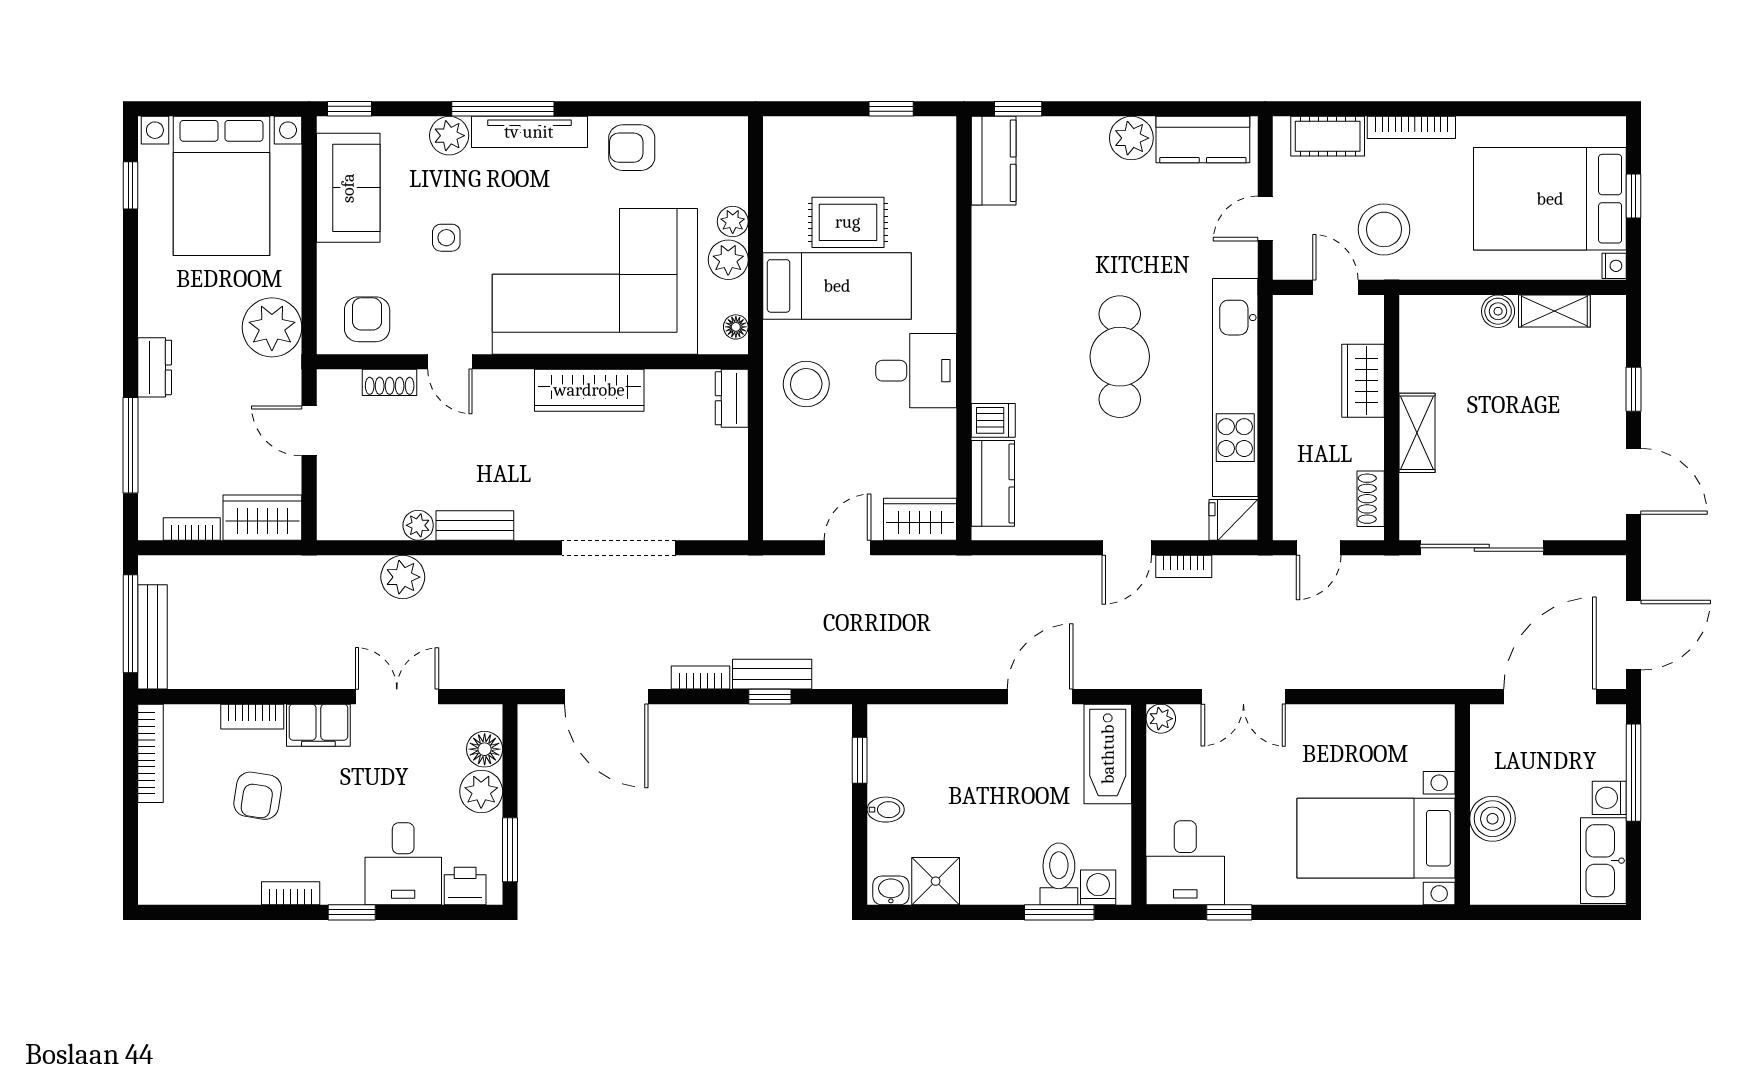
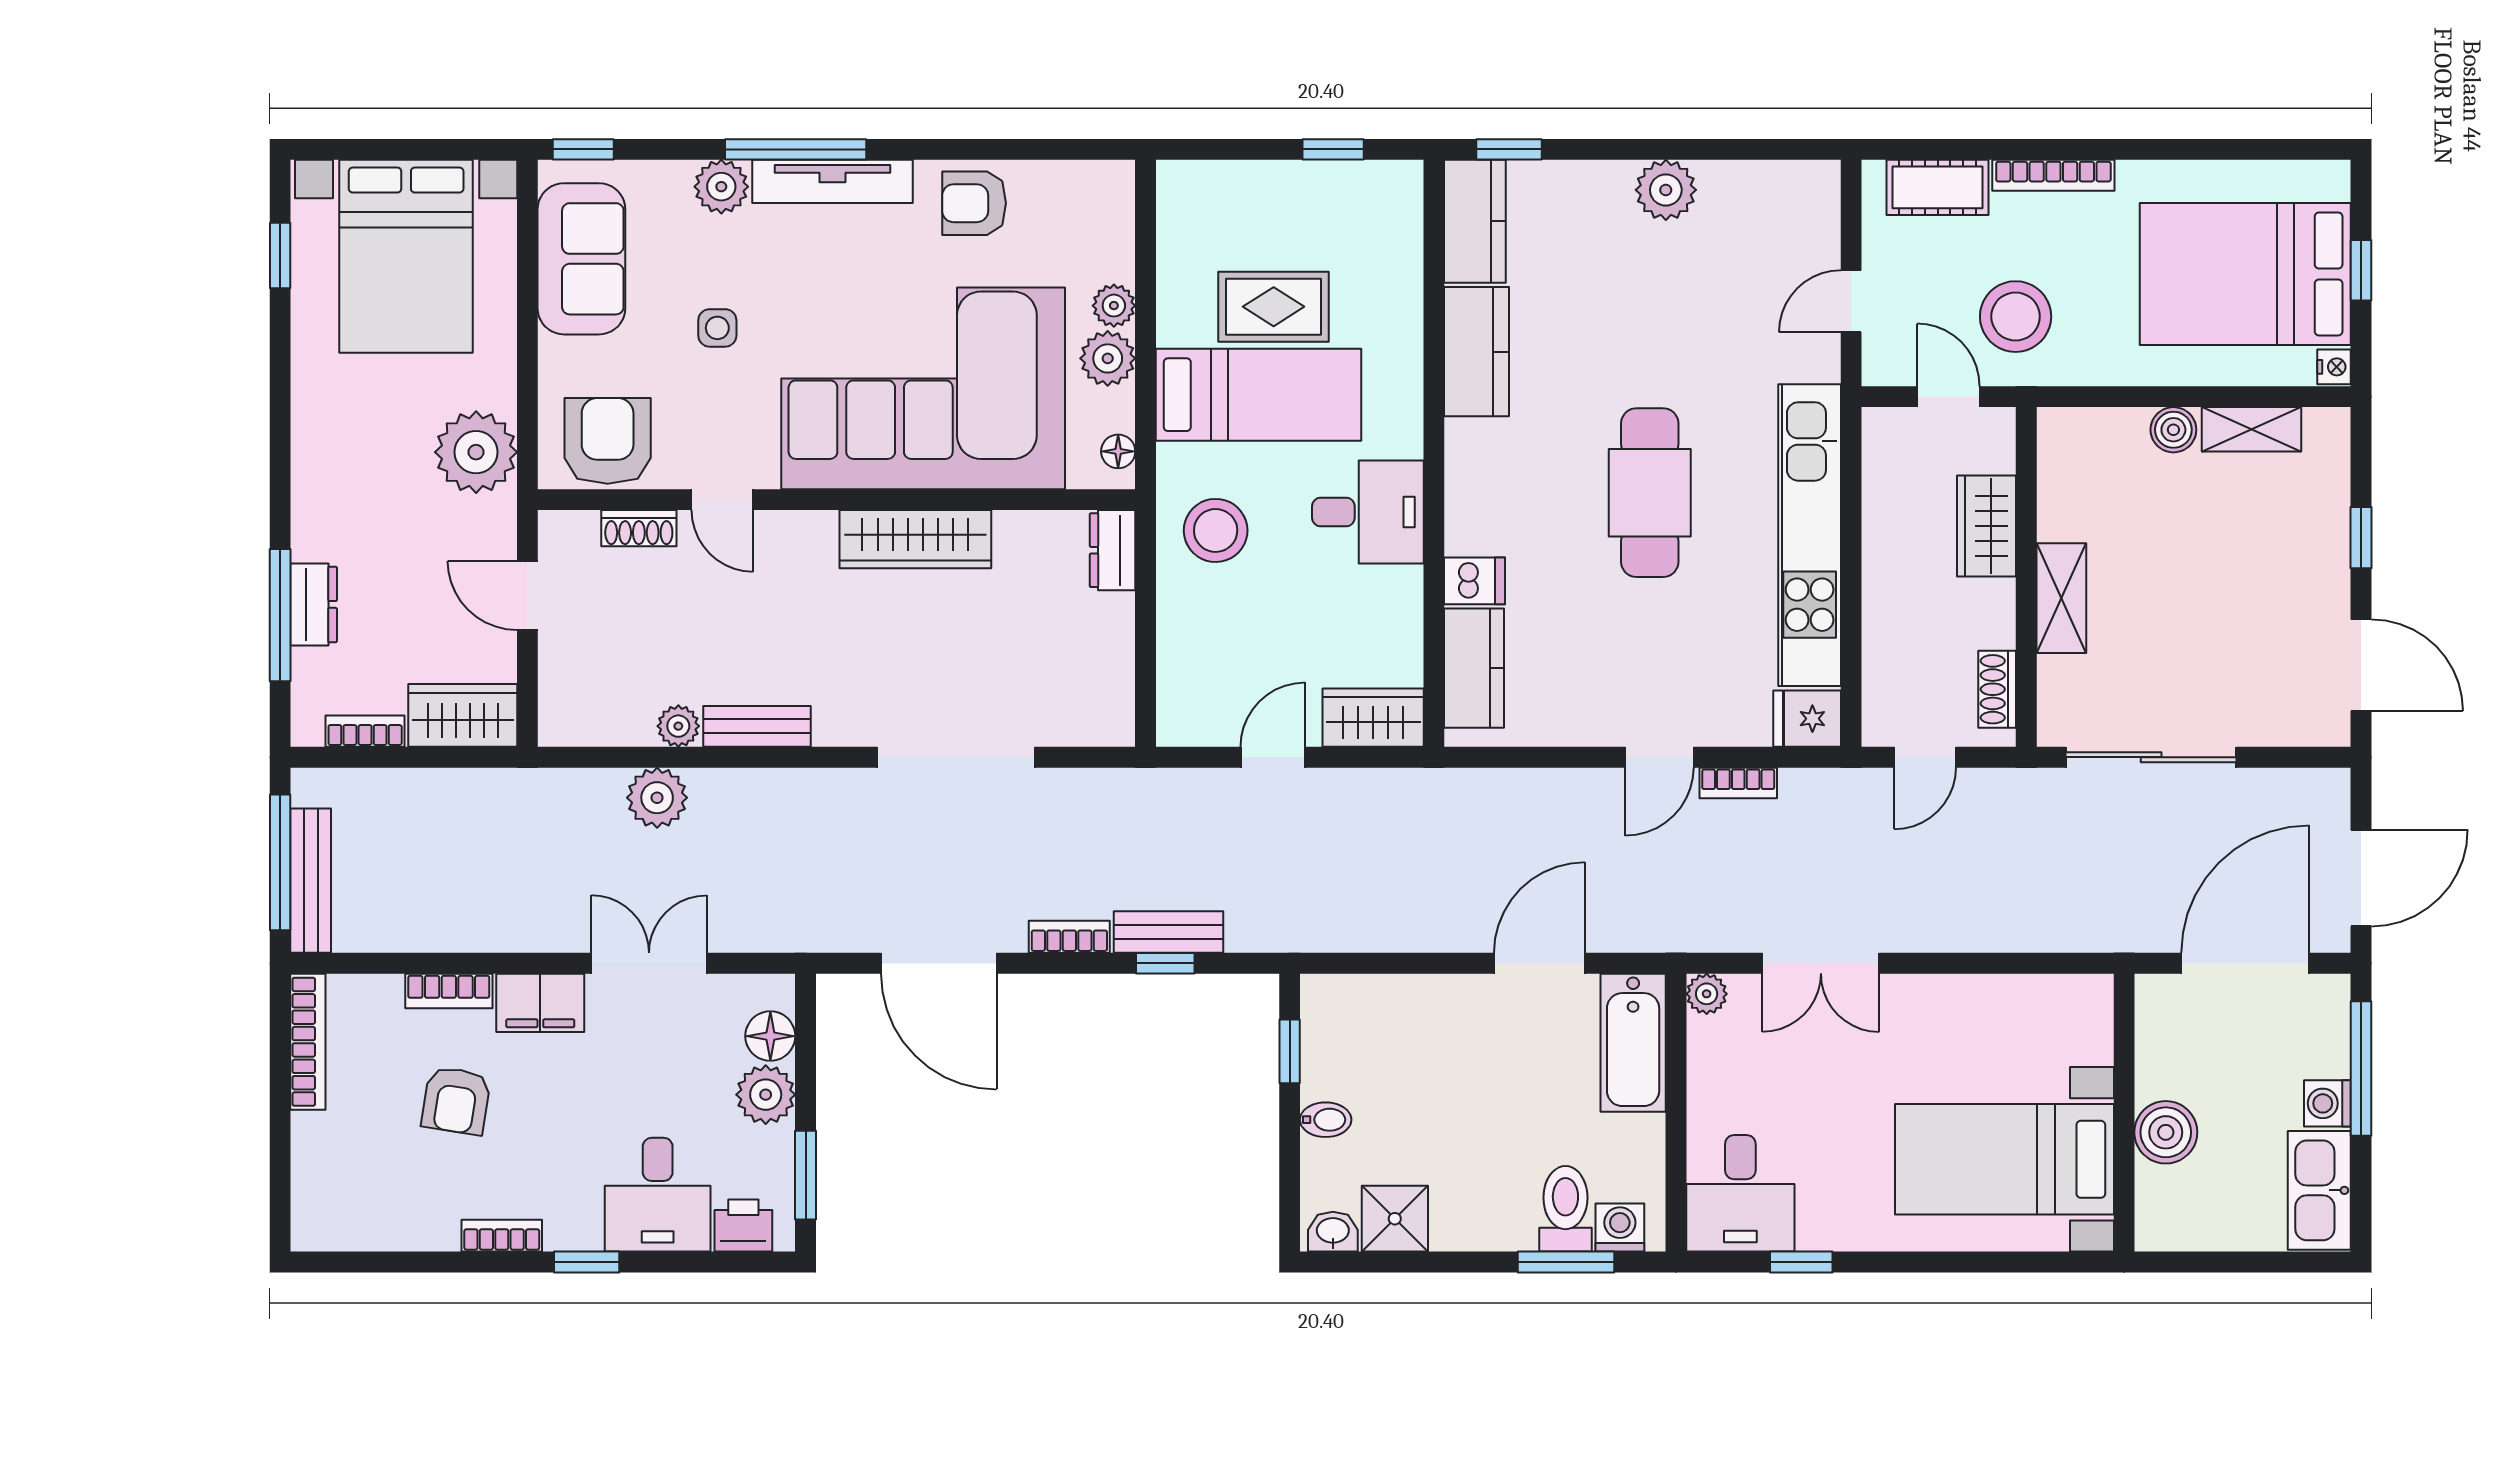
kitchen counter: (1203, 140) -> (1477, 352), moved, turned -90
armchair: (367, 319) -> (608, 441), width x1.38, depth x1.38
dresser: (155, 367) -> (314, 604), moved

